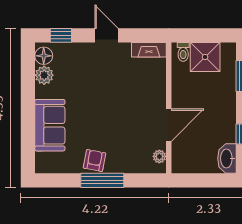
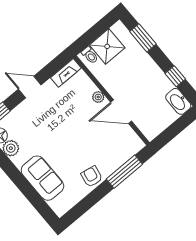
door: (169, 125) -> (121, 112), swing flipped
plant: (159, 156) -> (98, 97), moved
window: (102, 180) -> (124, 172), moved

